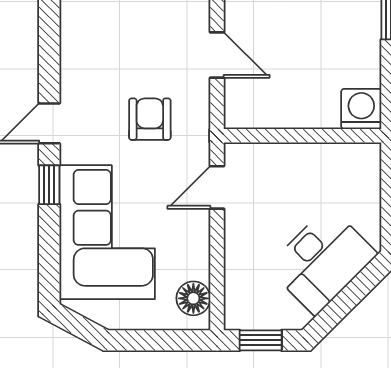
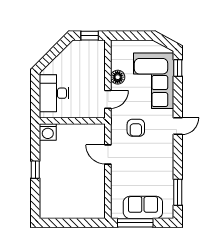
window: (49, 185) -> (178, 68), moved
desk: (322, 261) -> (54, 93), moved, turned -45
floor lamp: (193, 298) -> (118, 77), moved

